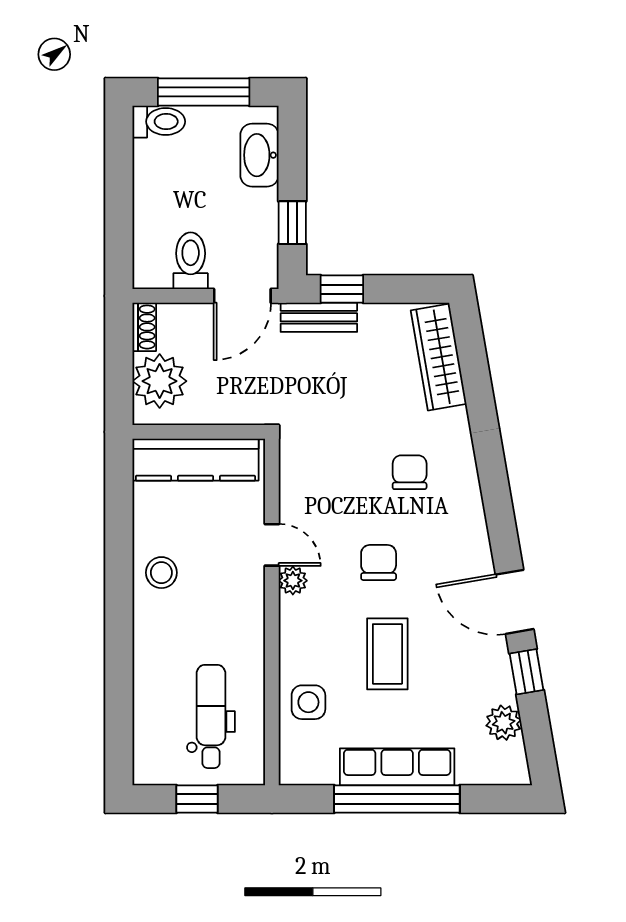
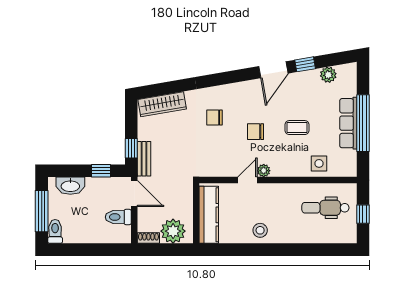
coffee table: (387, 654) -> (297, 128), width x0.73, depth x0.77

